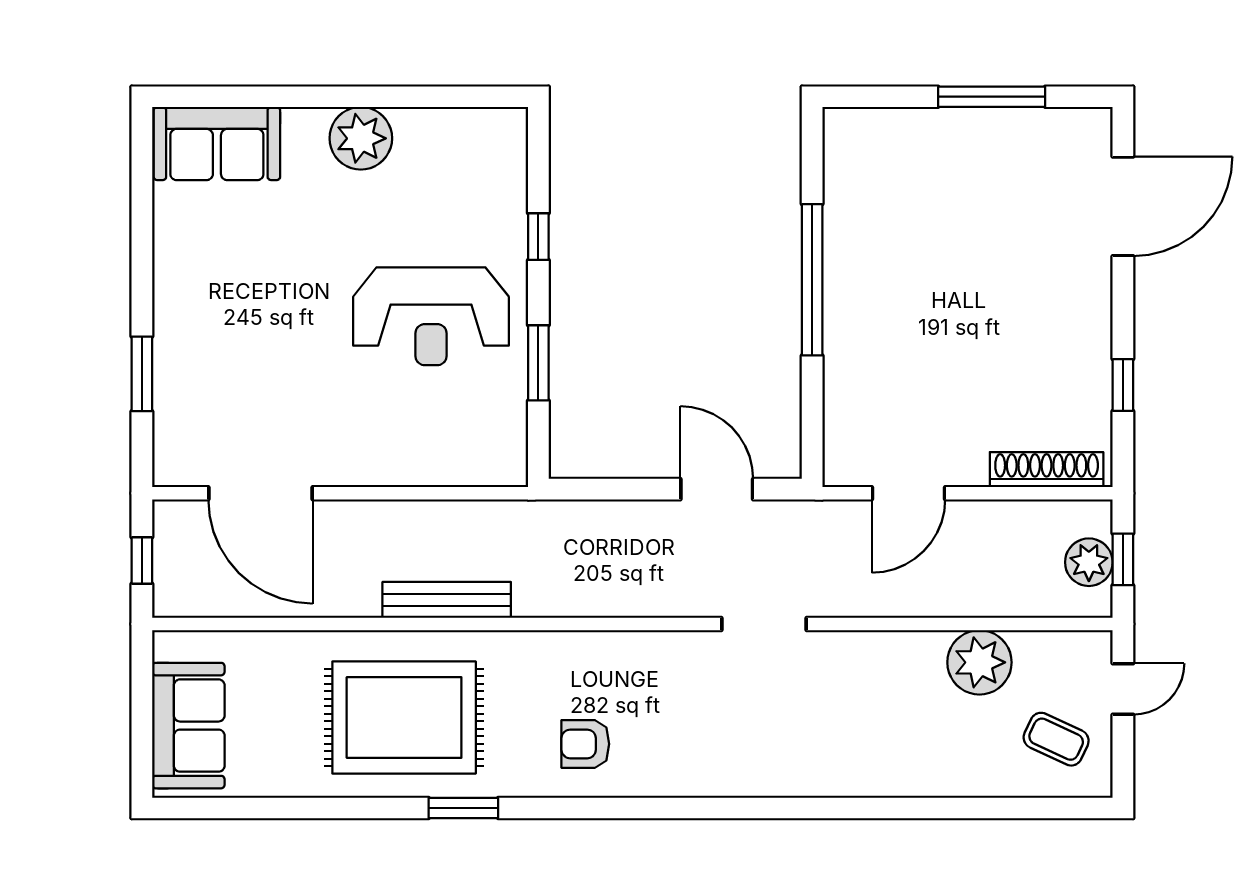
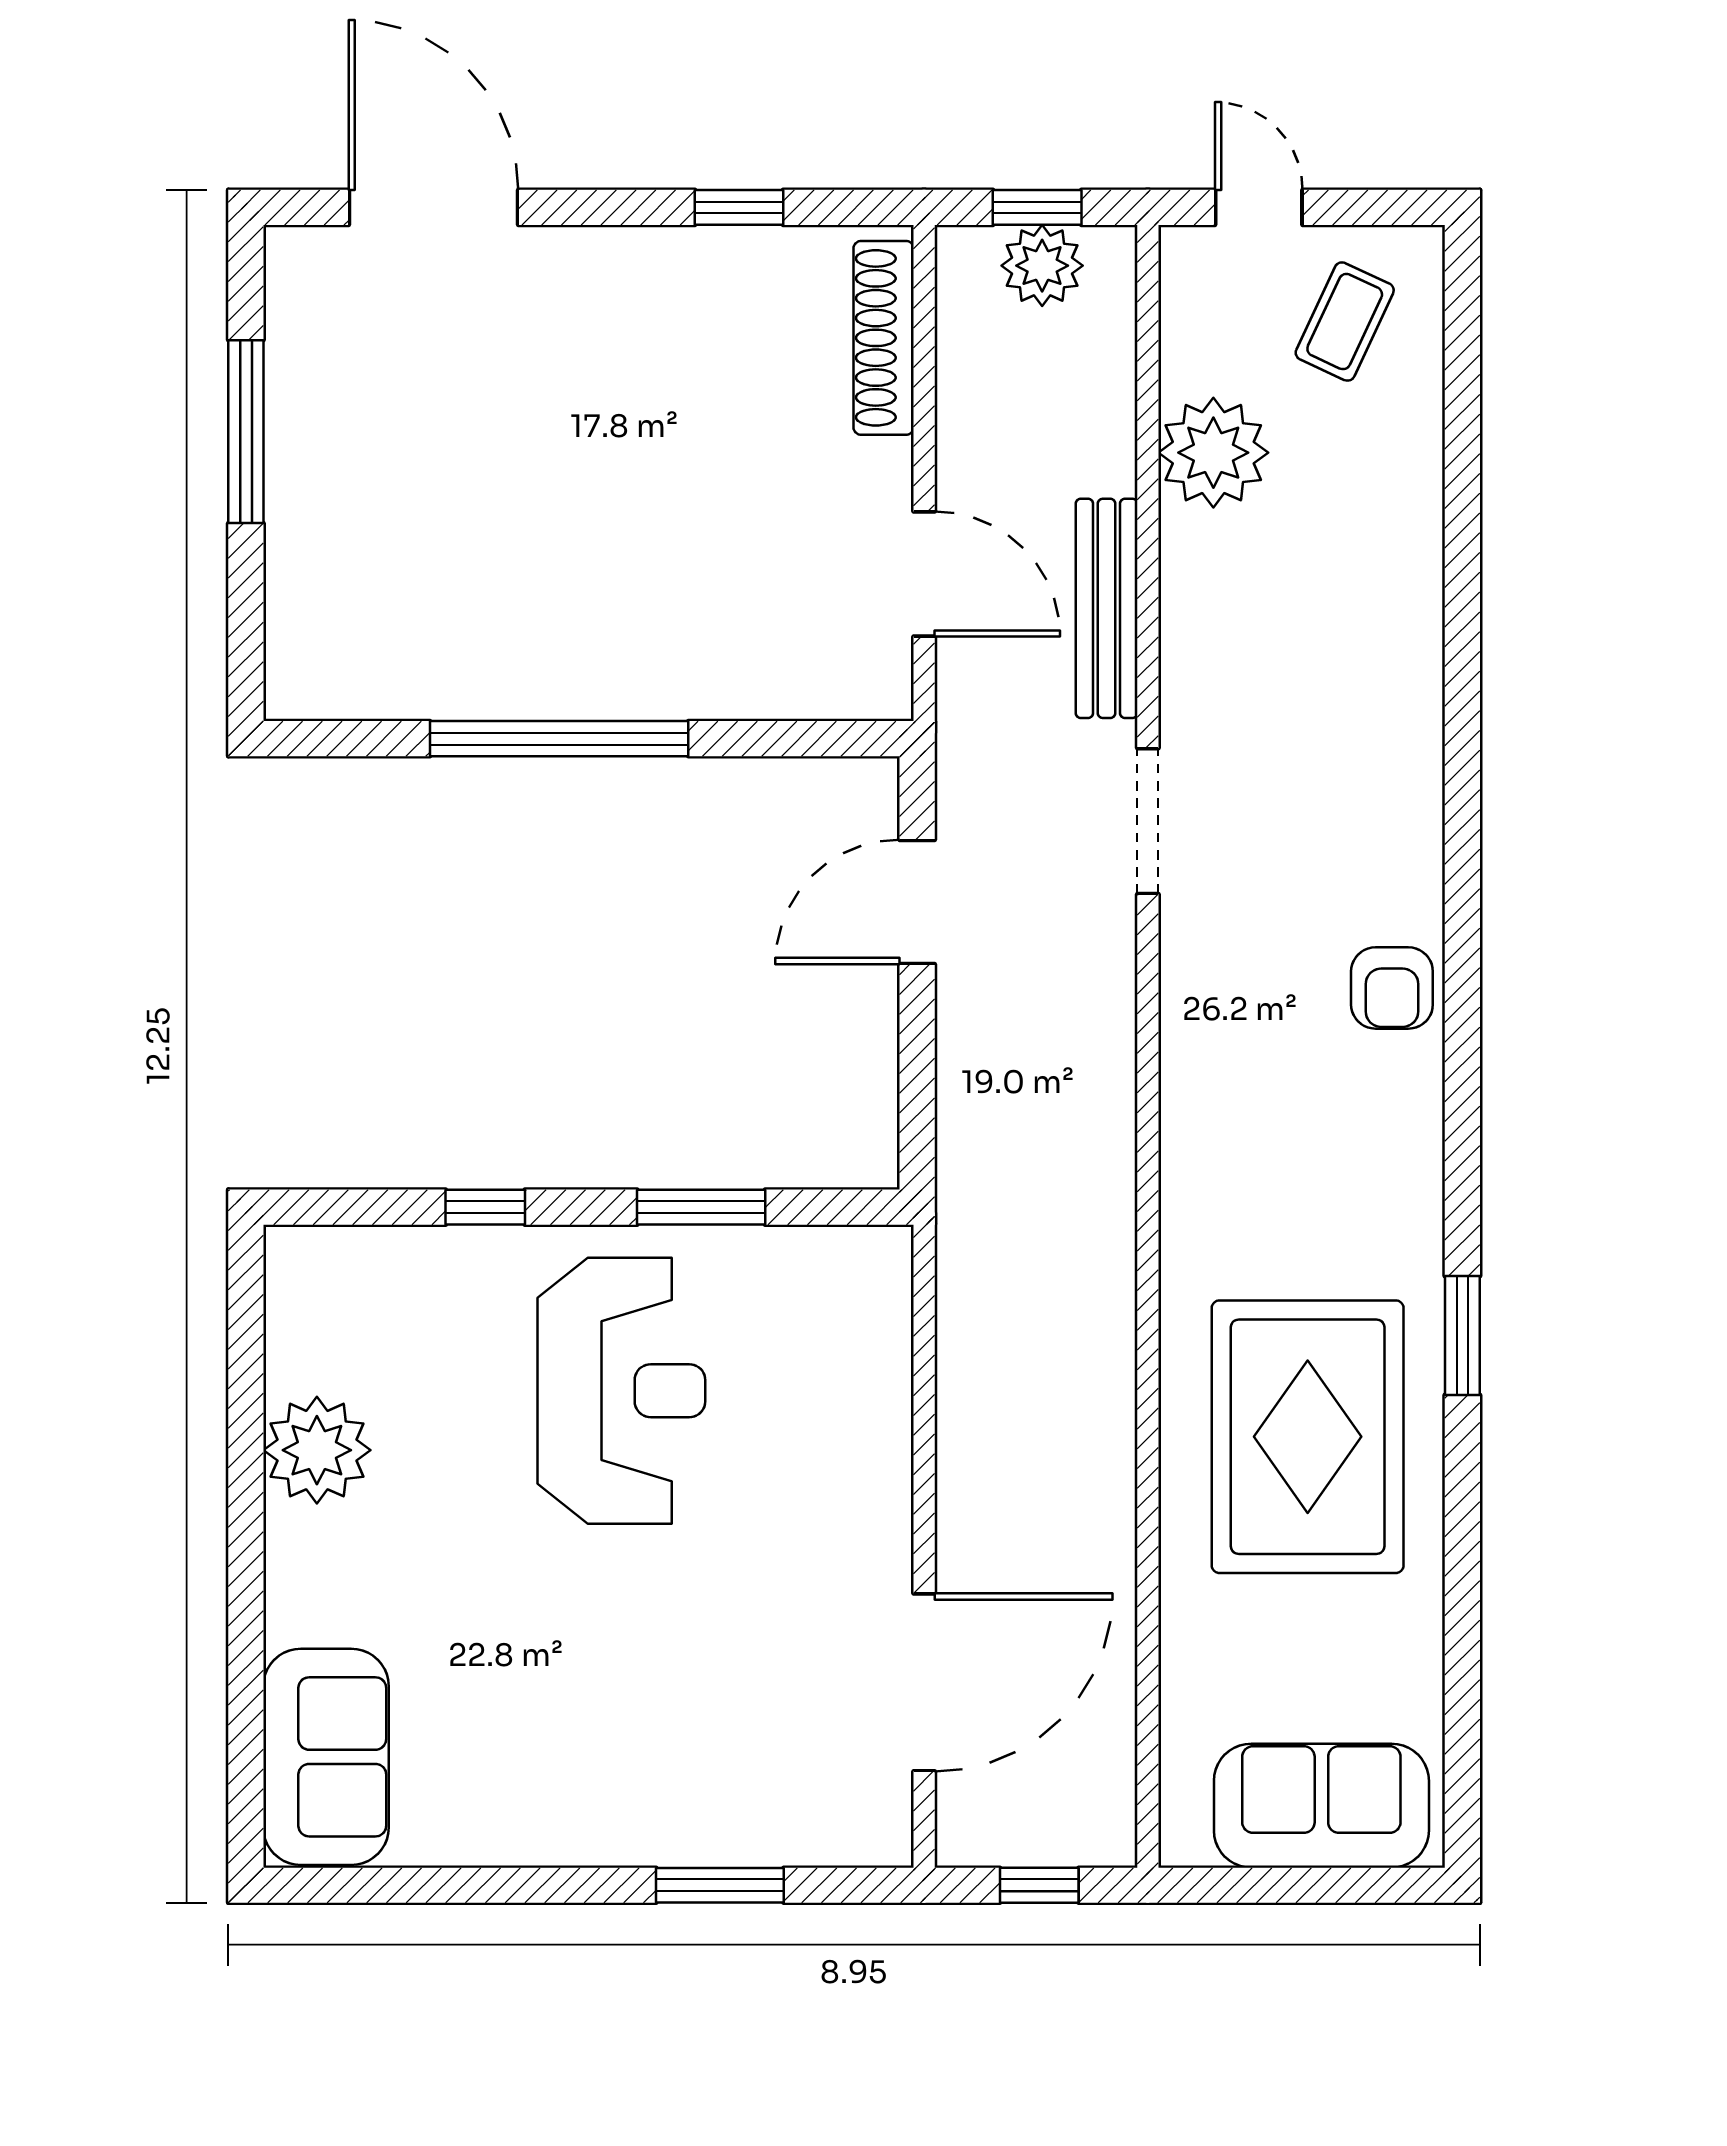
plant: (361, 138) -> (317, 1450), moved
bench: (447, 600) -> (1107, 608), moved
armchair: (585, 744) -> (1392, 988), moved

